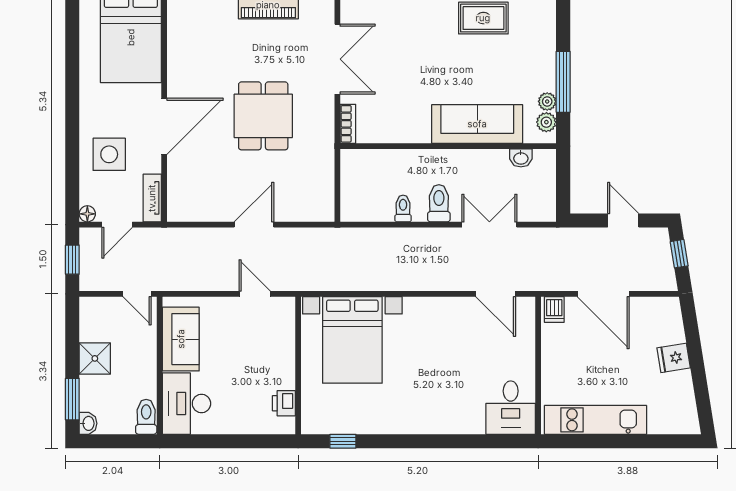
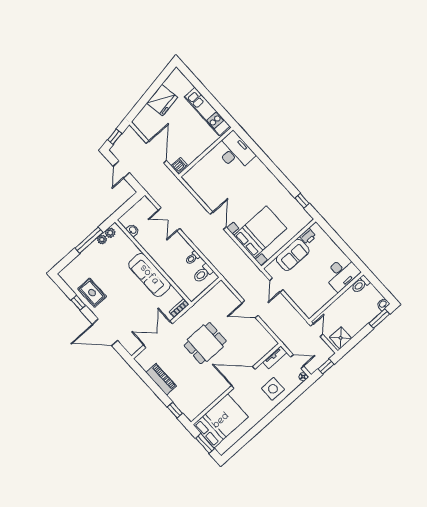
sofa: (477, 124) -> (149, 275), moved
toilet: (439, 203) -> (203, 273), moved
door: (496, 294) -> (218, 221), moved
sofa: (181, 339) -> (293, 255), moved, turned 180
shower: (95, 358) -> (341, 338), moved
fridge: (674, 358) -> (162, 100), width x1.88, depth x1.34
desk: (511, 408) -> (235, 152), width x1.37

